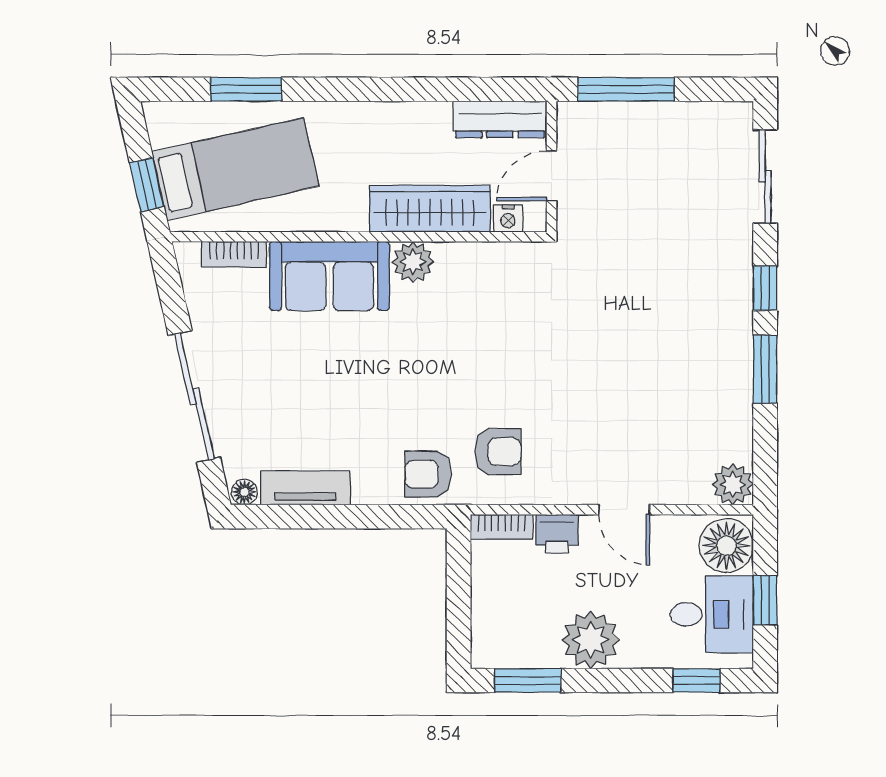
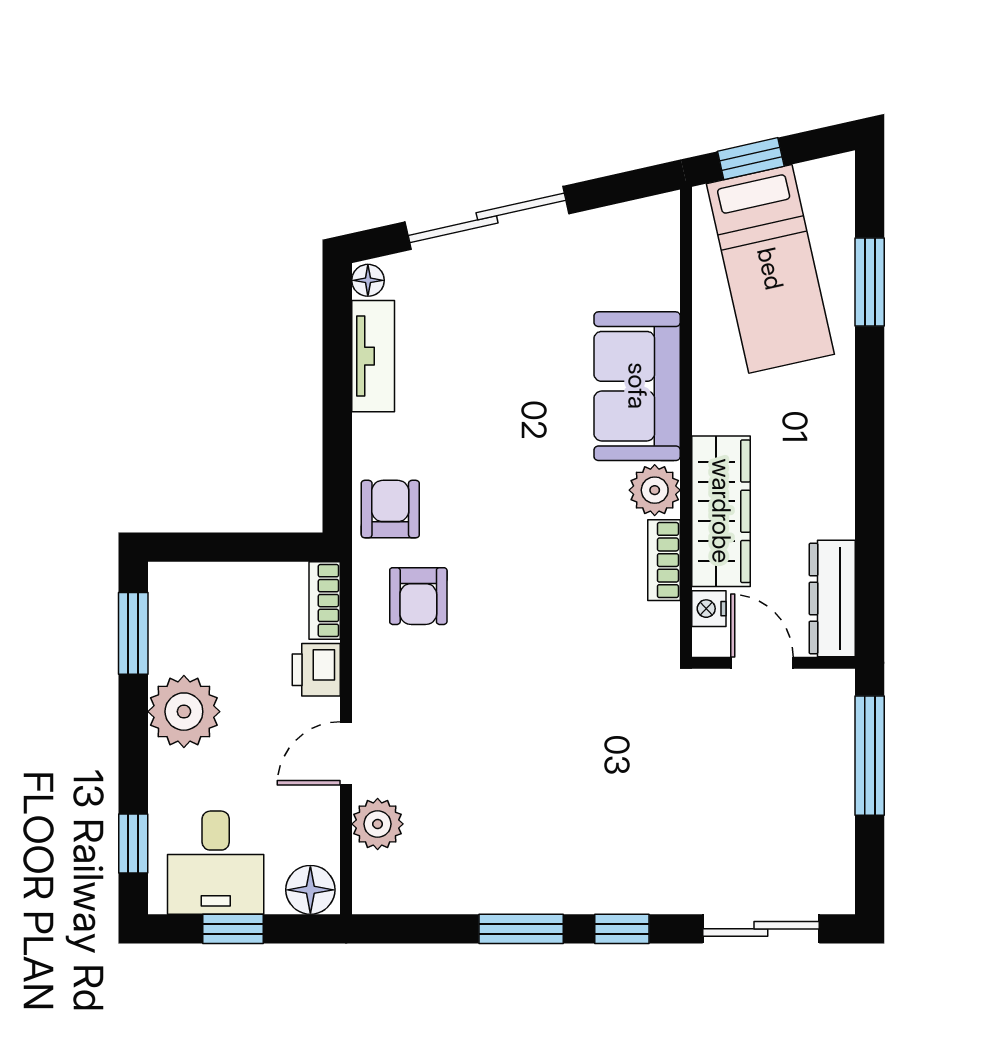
bookcase: (234, 254) -> (664, 560), moved
plant: (733, 484) -> (378, 824), moved
floor lamp: (726, 546) -> (310, 890), width x0.73, depth x0.73

